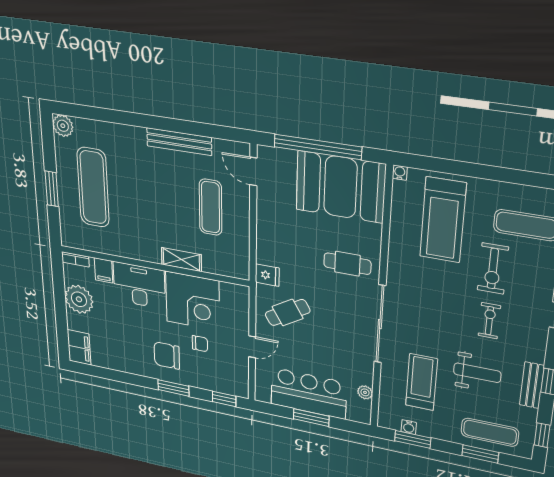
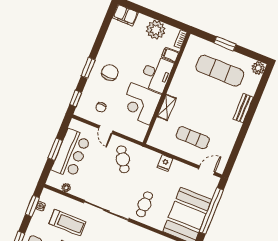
bench: (179, 142) -> (243, 108), moved, width x0.73
fridge: (267, 275) -> (165, 163), moved
chair: (200, 344) -> (101, 107), moved

